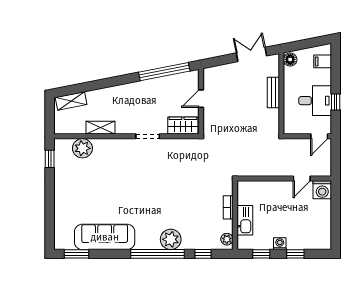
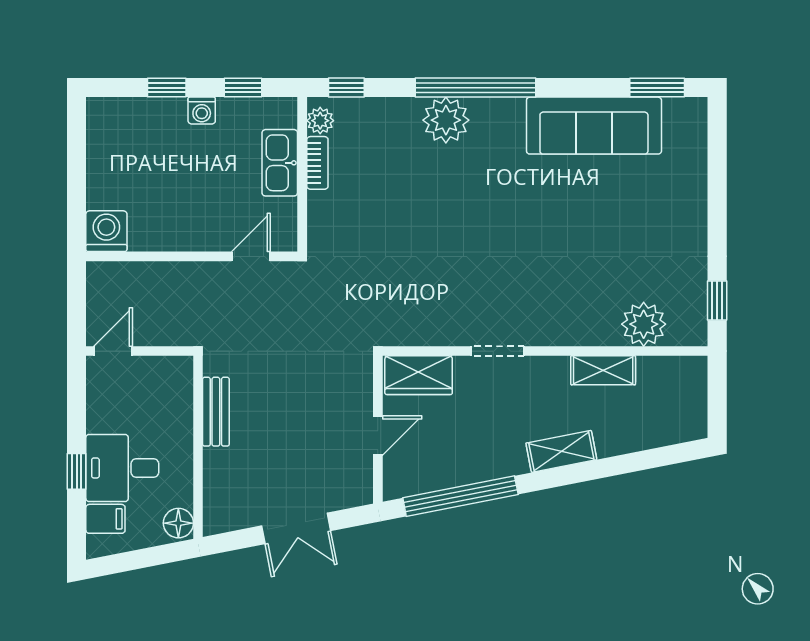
double door: (251, 54) -> (296, 528), moved
bench: (273, 92) -> (216, 412), moved
shelving: (71, 101) -> (561, 451), moved
desk: (315, 101) -> (122, 468), moved
window: (336, 102) -> (77, 471), moved
door: (302, 179) -> (251, 256), moved
bookcase: (228, 207) -> (317, 163), moved
window: (203, 254) -> (346, 88), moved

